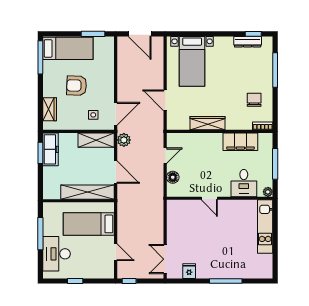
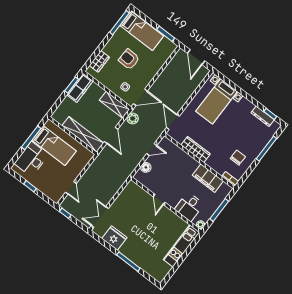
door: (165, 100) -> (173, 122), moved
bed: (89, 224) -> (54, 146), moved, turned 180
fridge: (189, 271) -> (114, 238), width x1.88, depth x1.34

